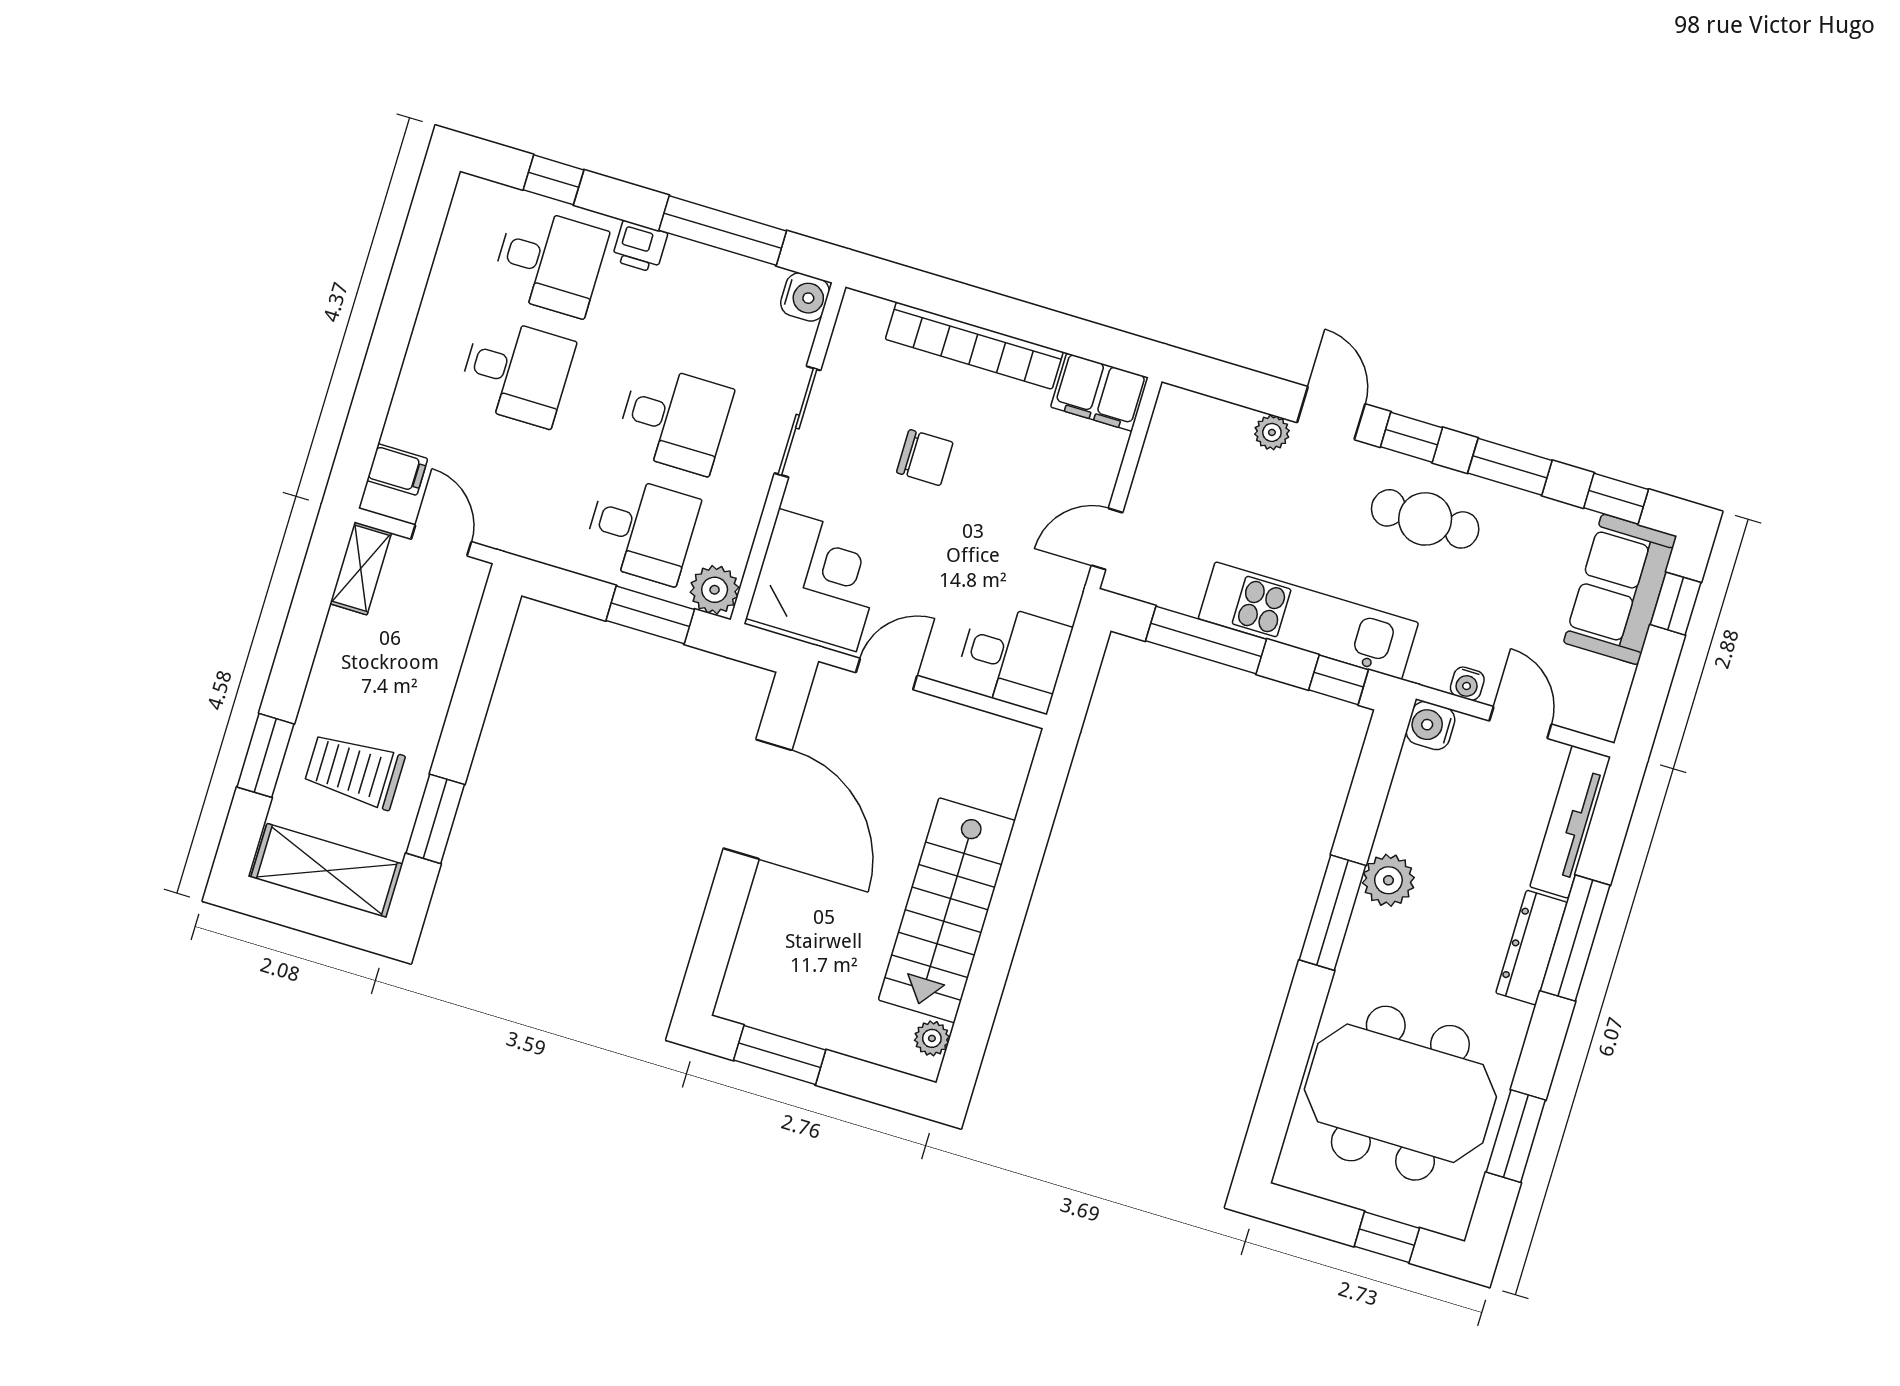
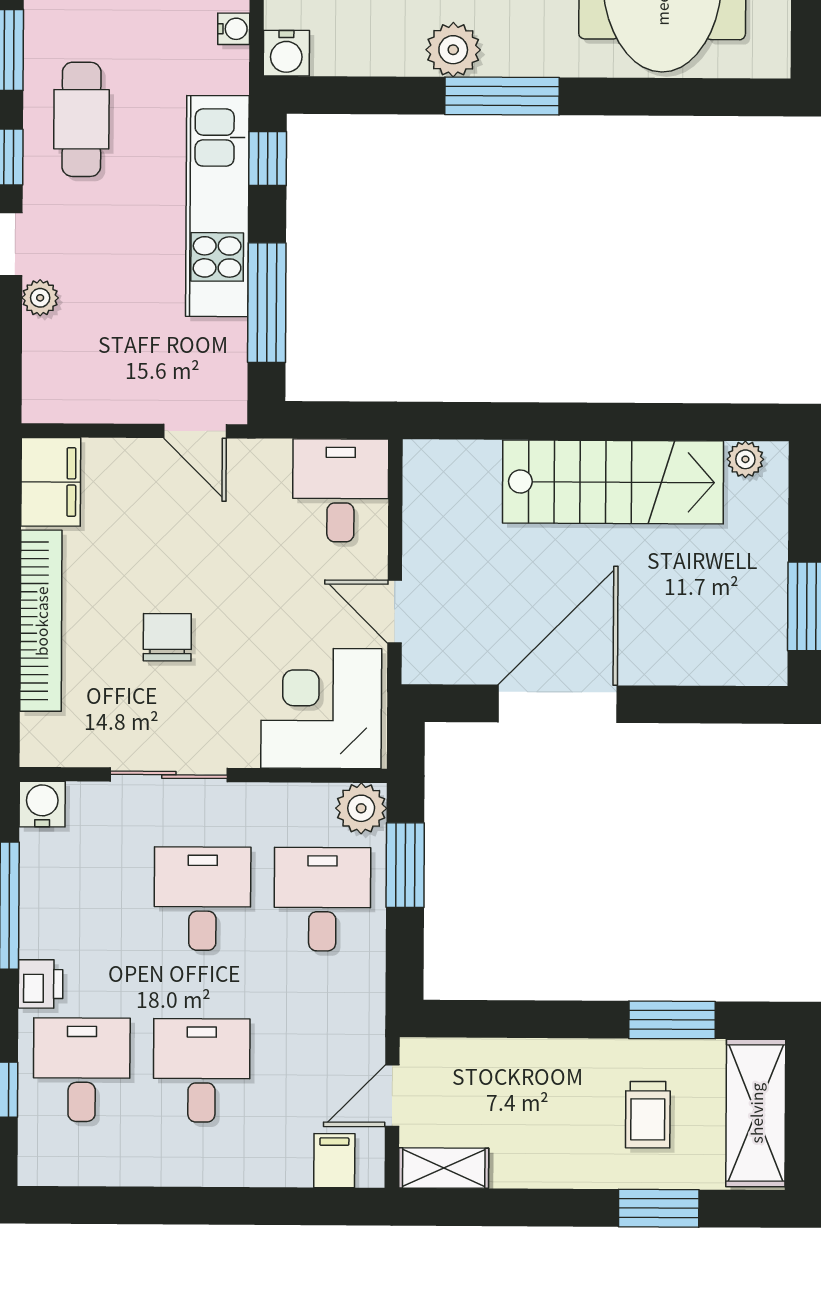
trolley: (354, 771) -> (648, 1115), width x0.73, depth x0.72

